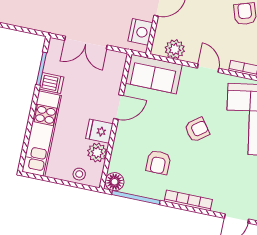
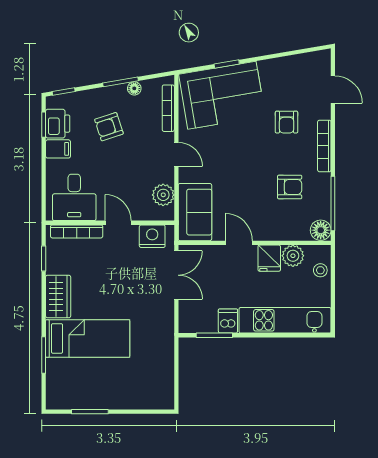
double door: (86, 43) -> (176, 275), moved
door: (208, 68) -> (176, 154), swing flipped
armchair: (197, 130) -> (287, 122), moved, turned -143

